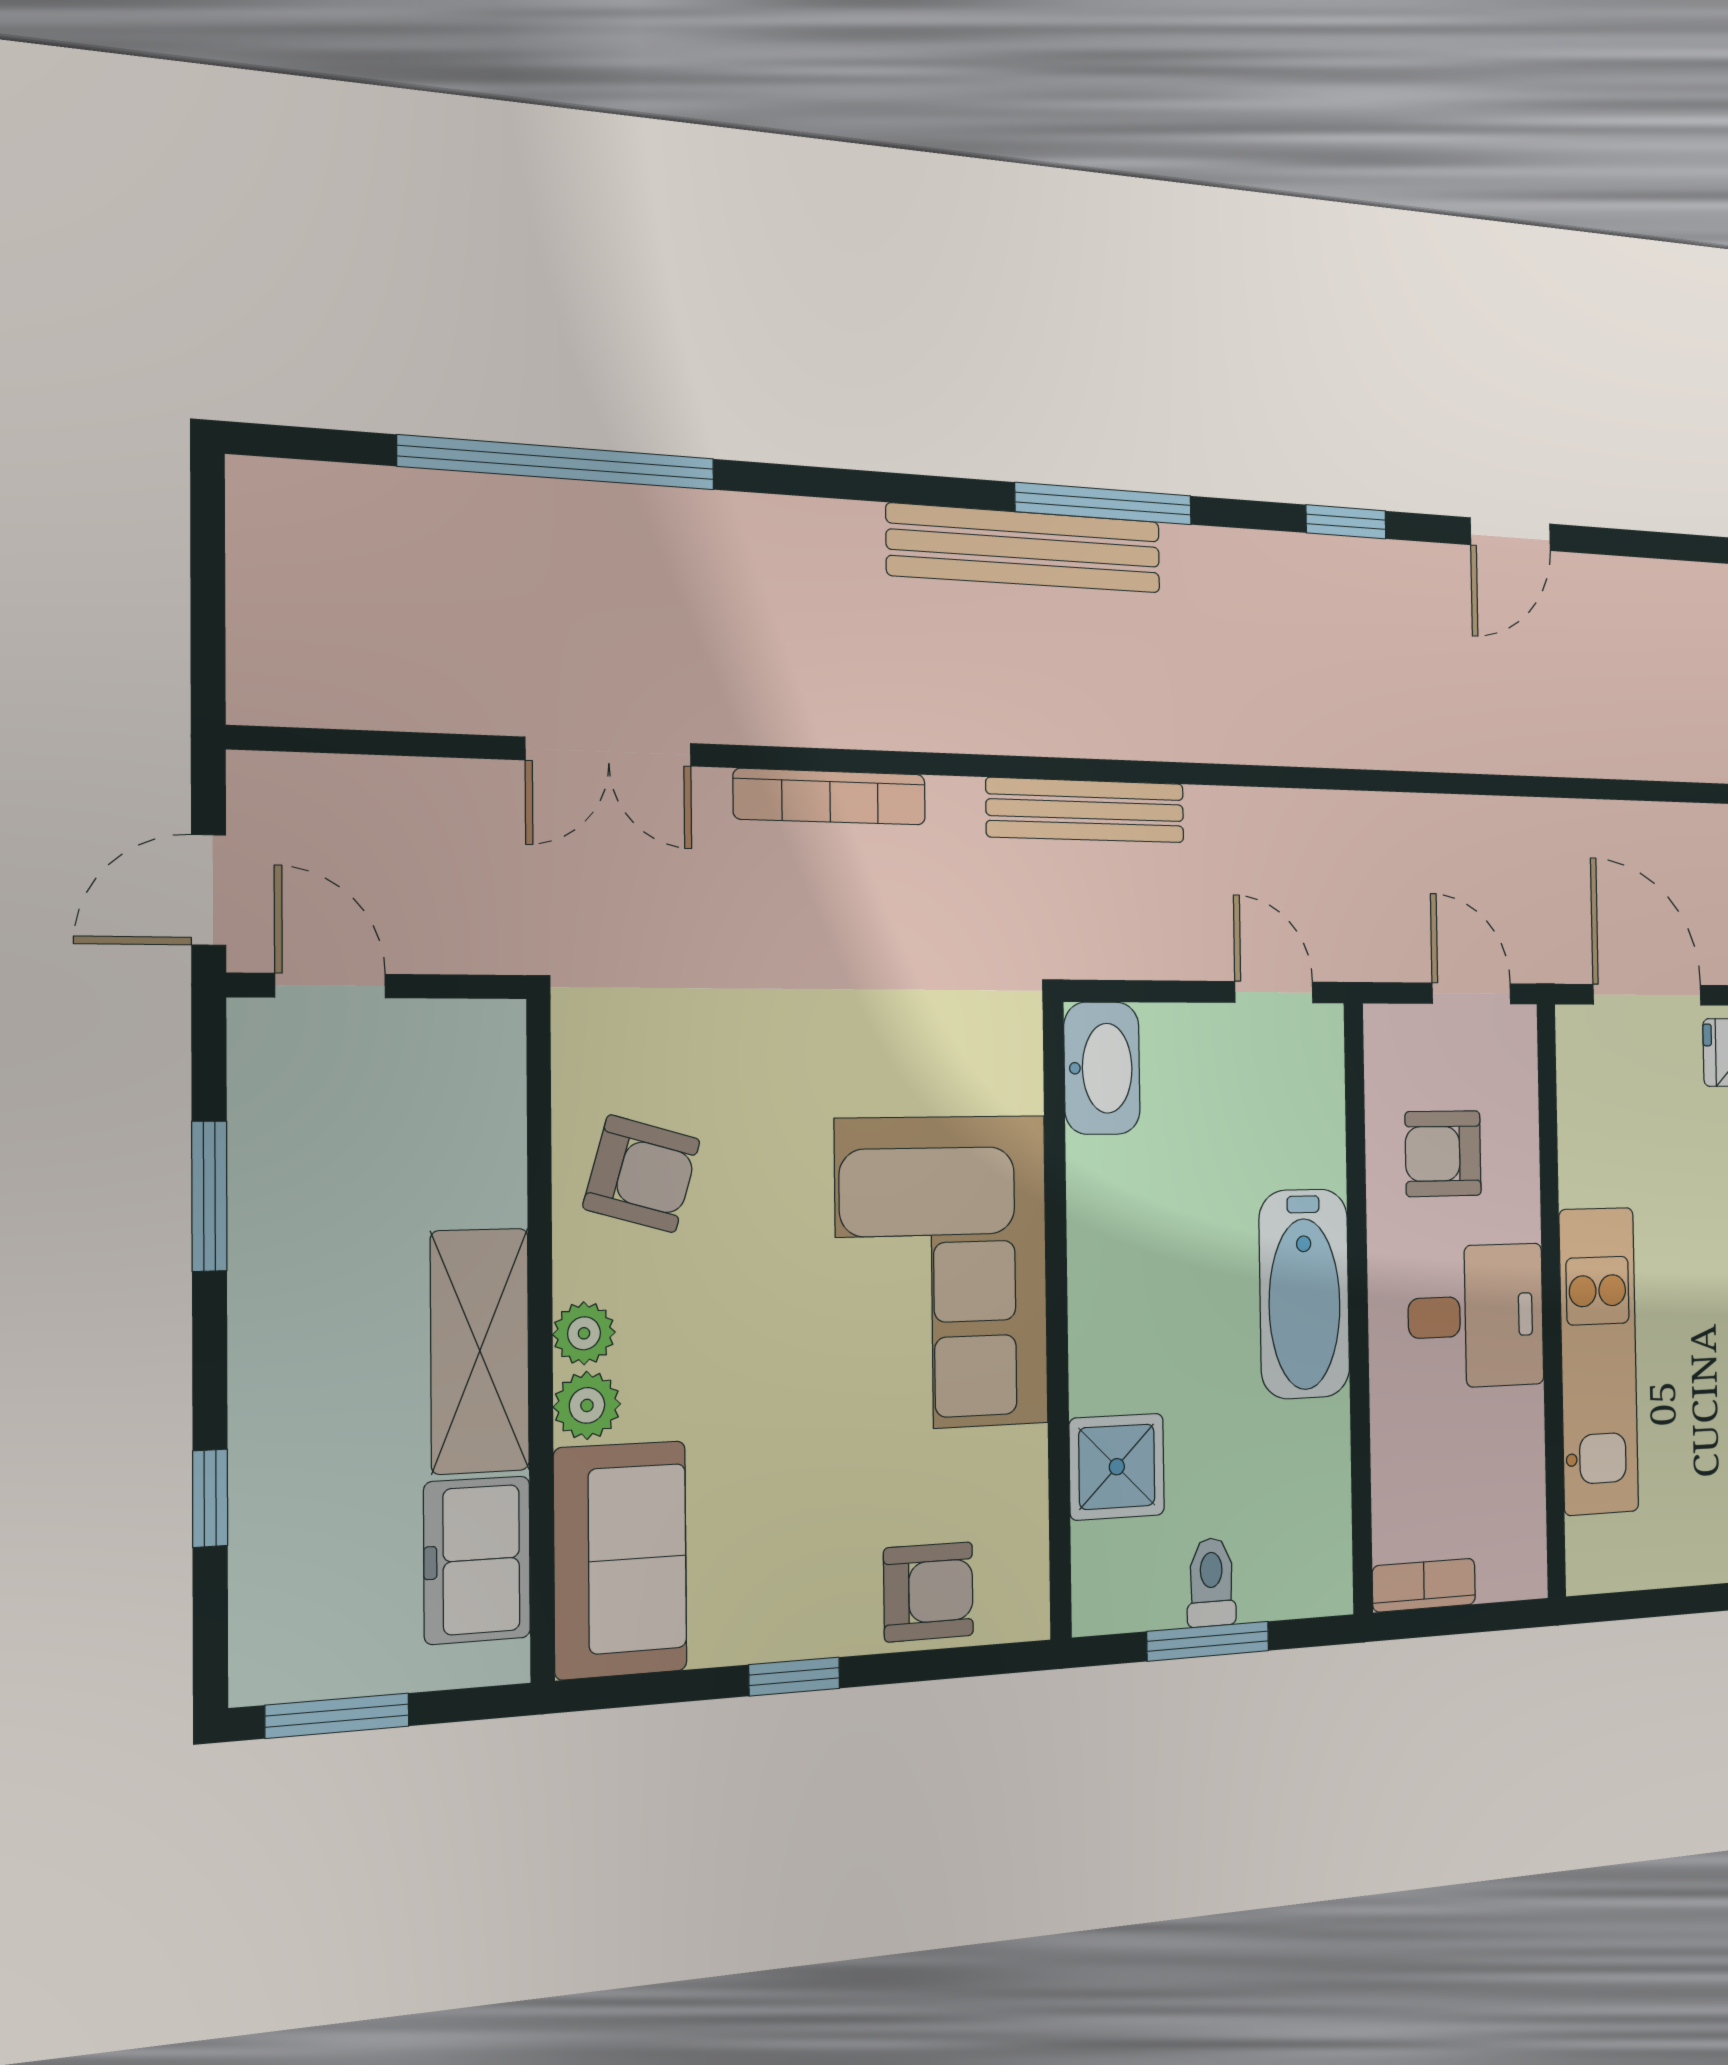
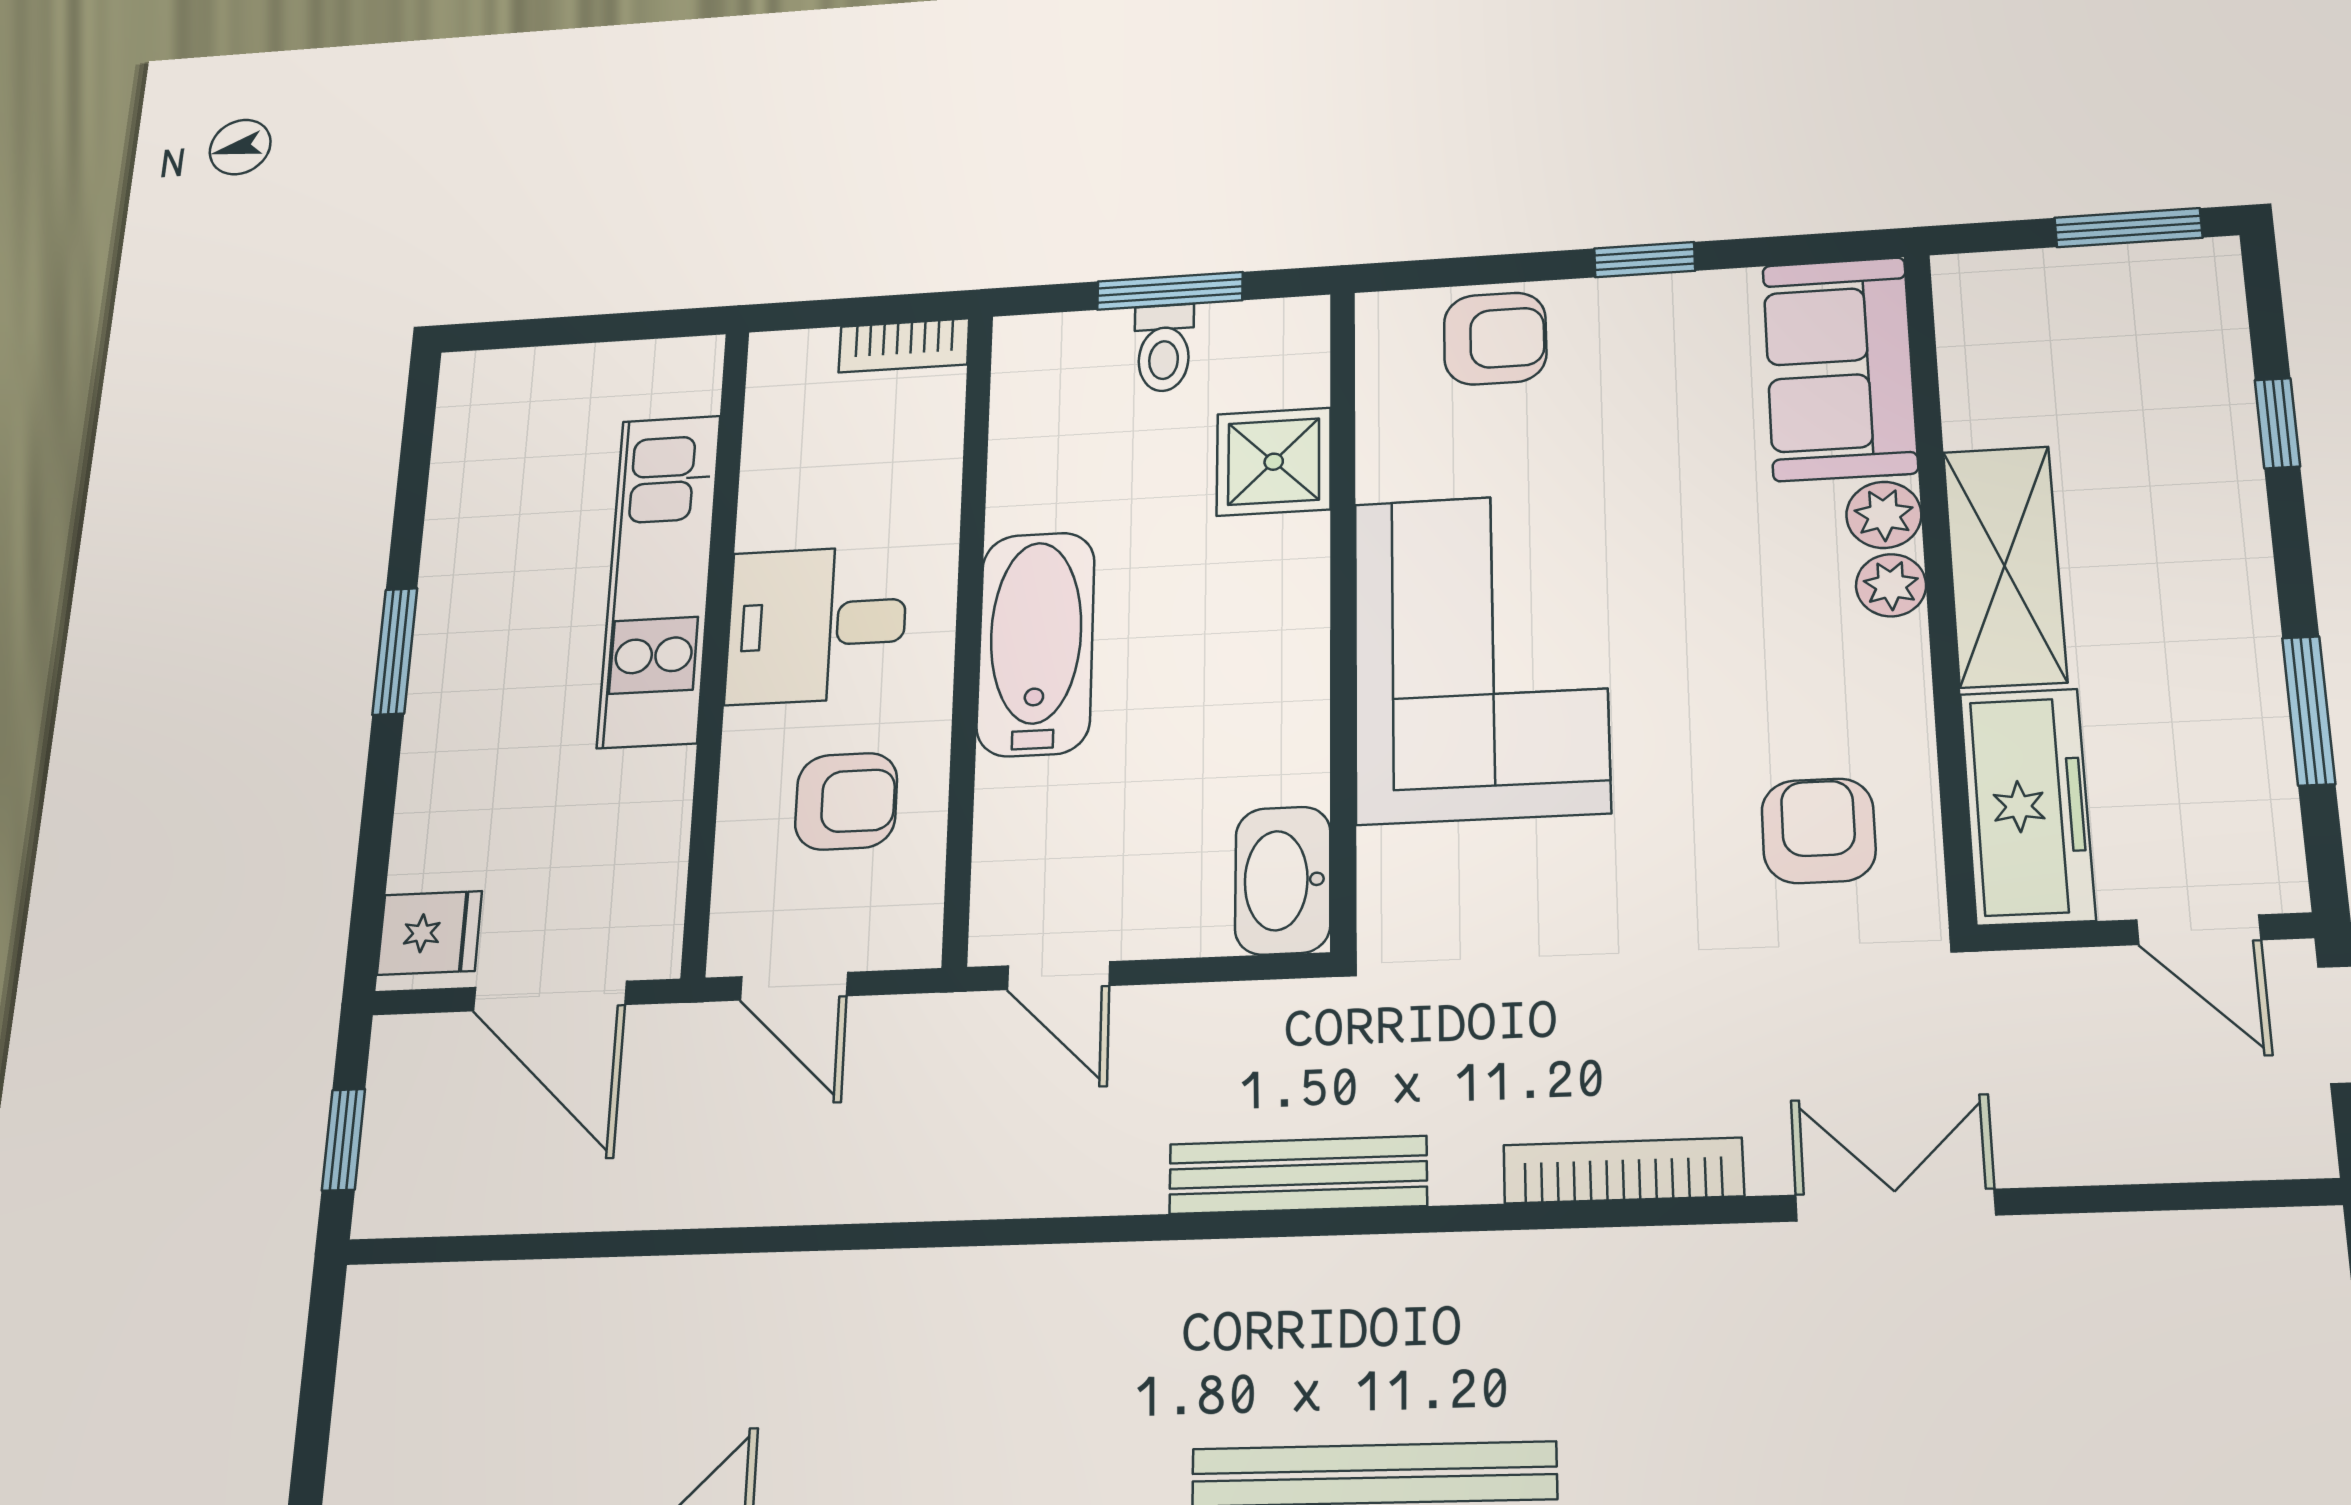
armchair: (642, 1174) -> (1819, 831), moved, turned 74
freezer: (477, 1560) -> (2027, 806), moved, width x1.40
armchair: (928, 1592) -> (1495, 339), turned 180

